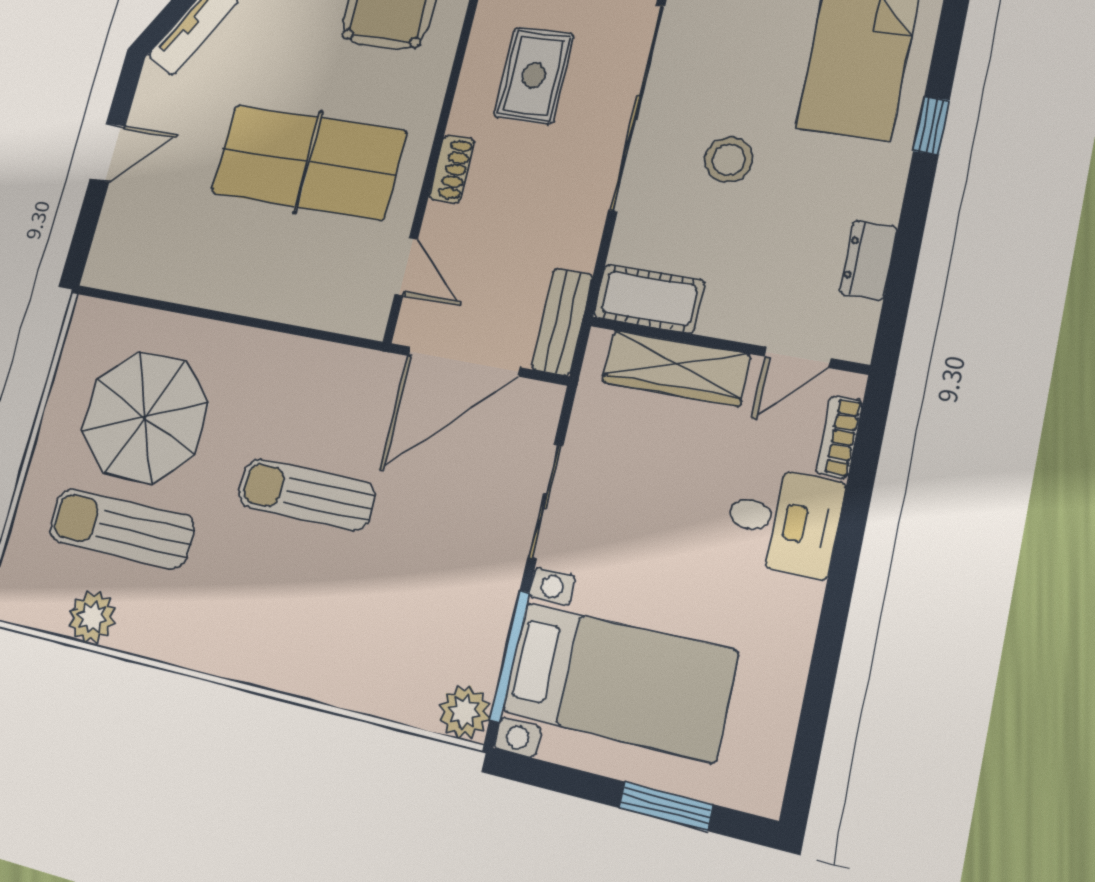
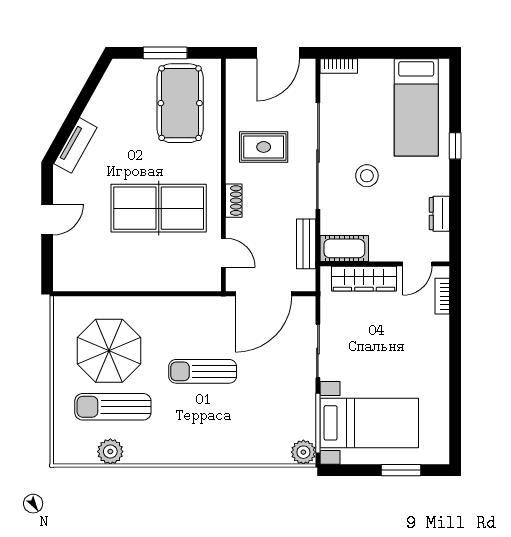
rug: (534, 75) -> (264, 147), turned 90
bench: (562, 322) -> (306, 244), moved
desk: (783, 521) -> (426, 338), removed

